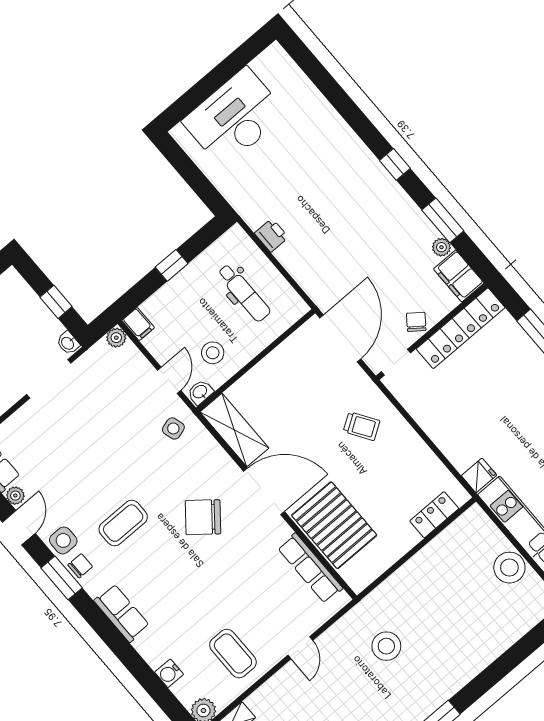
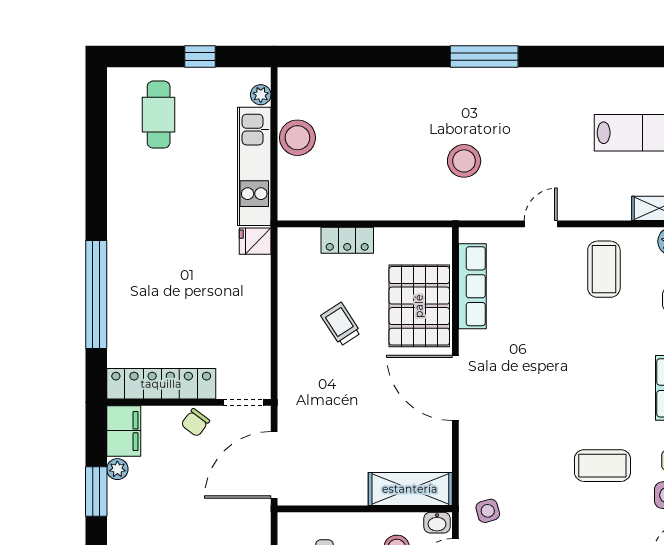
trolley: (362, 426) -> (341, 324), moved
shelving: (234, 430) -> (410, 489), moved, turned 90
locker: (434, 515) -> (347, 240), moved
chair: (203, 517) -> (528, 411), removed

